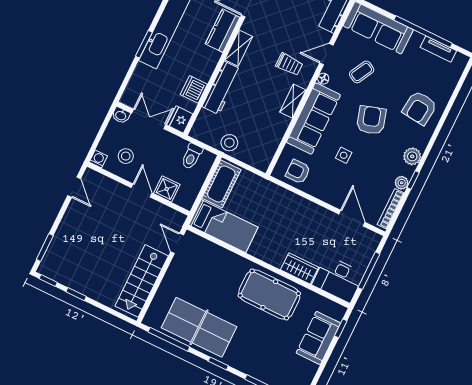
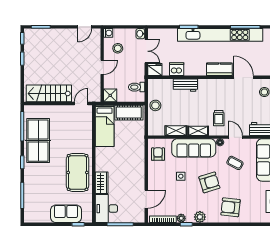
shelving: (239, 48) -> (176, 131), moved
workbench: (222, 88) -> (185, 85), width x0.73
shower: (167, 189) -> (110, 95), moved

